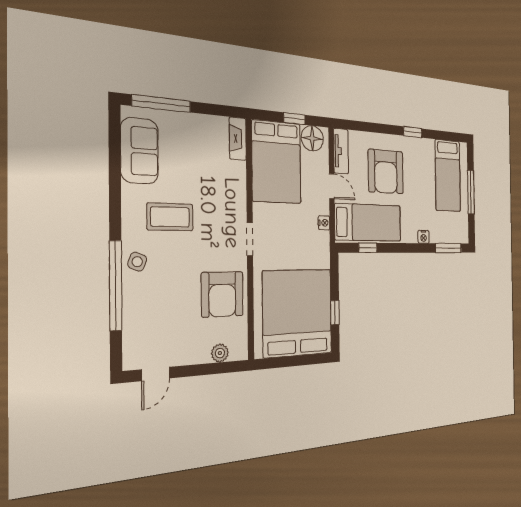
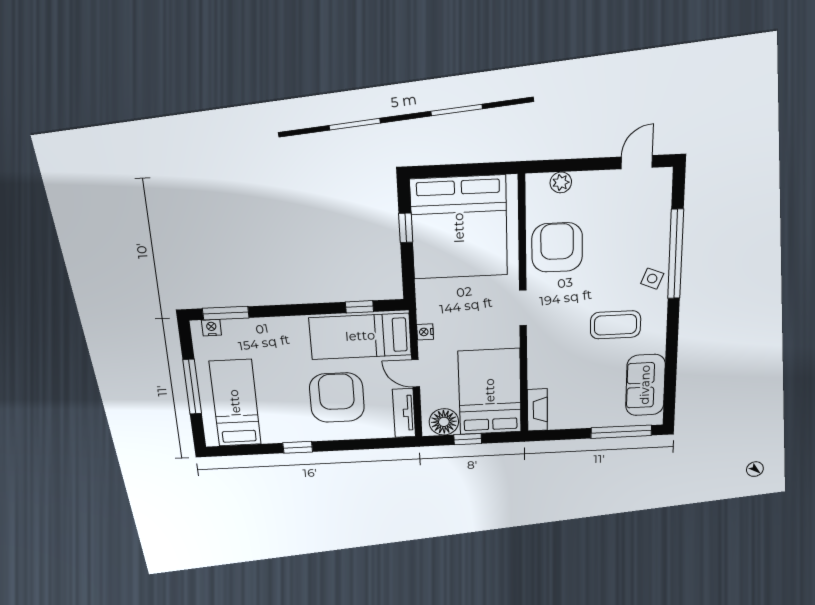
nightstand: (424, 237) -> (211, 328), moved

